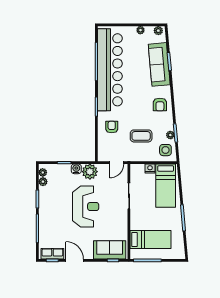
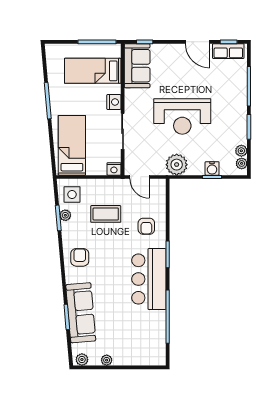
bar counter: (110, 70) -> (149, 279), width x0.54
door: (117, 163) -> (140, 177), swing flipped
nightstand: (150, 168) -> (114, 169), moved
water cooler: (76, 169) -> (212, 168), moved
reception desk: (86, 207) -> (182, 116), turned -90
nightstand: (135, 217) -> (114, 102), added
sofa: (110, 250) -> (137, 66), moved, turned -90

